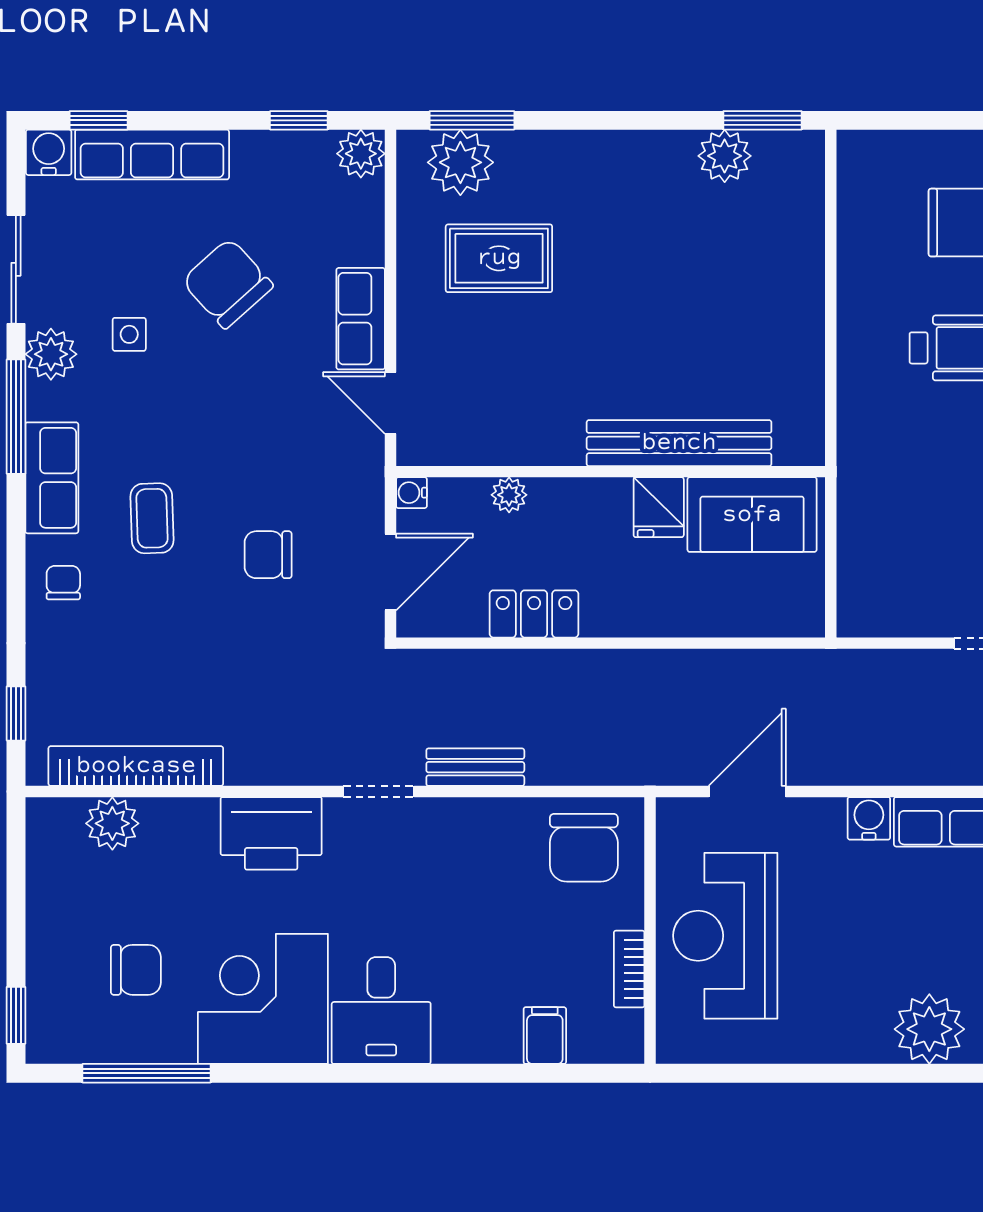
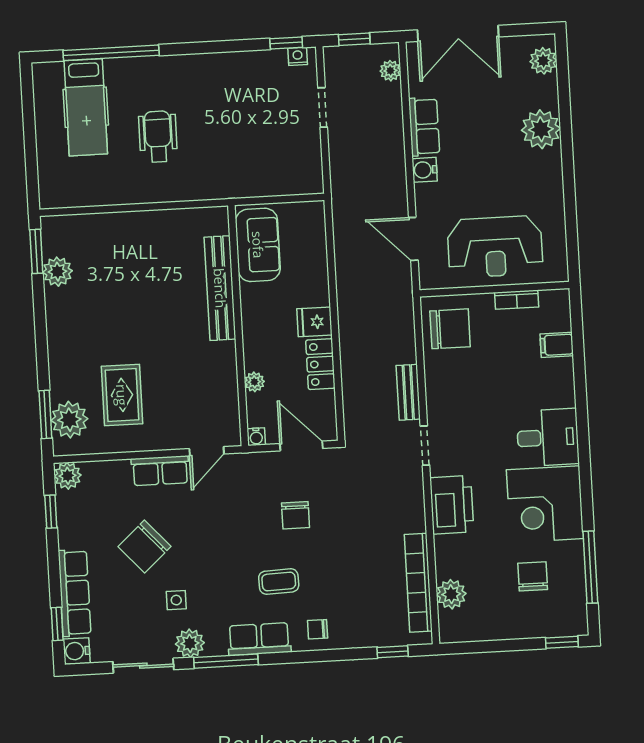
fridge: (659, 507) -> (315, 322), moved, turned 180

